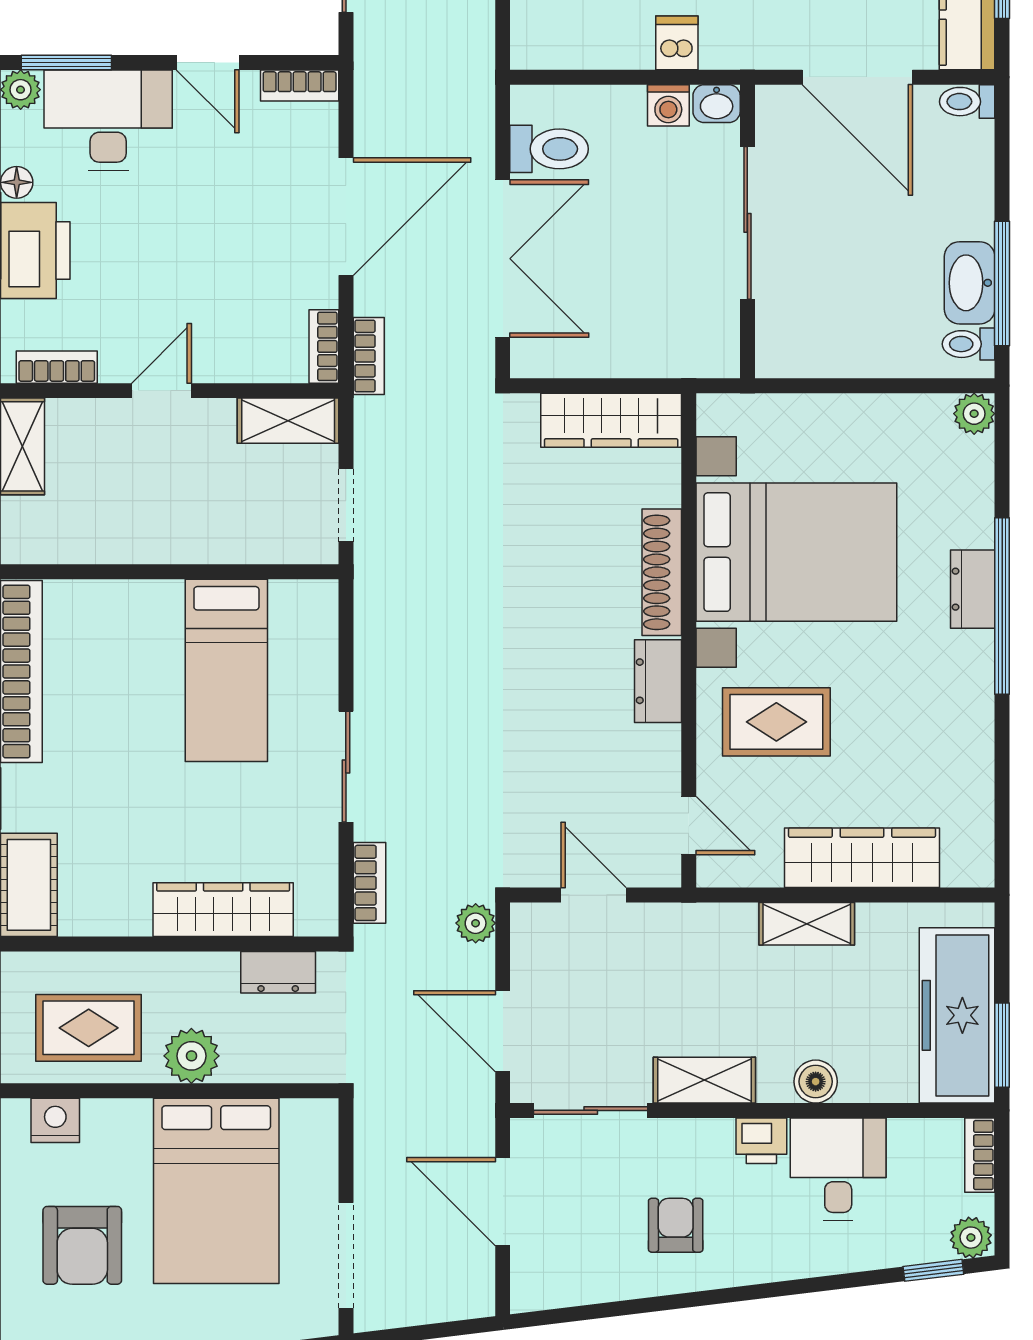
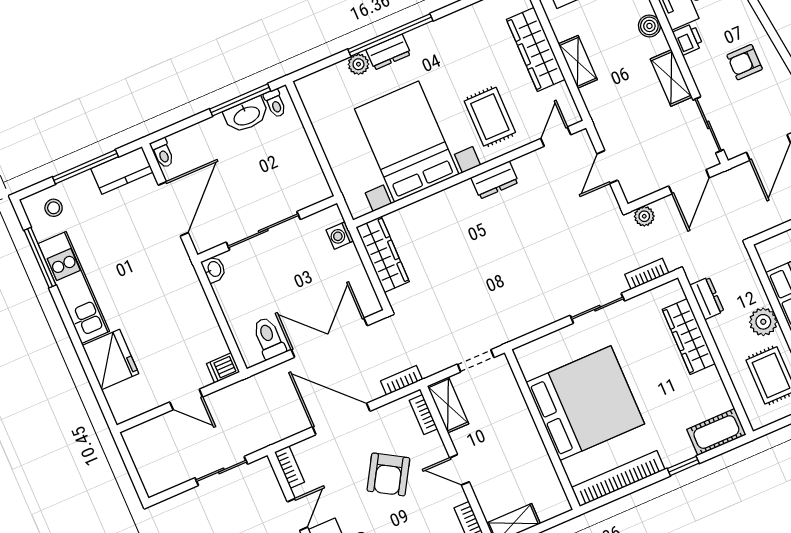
dishwasher: (677, 43) -> (223, 368), moved
washing machine: (668, 105) -> (340, 235), moved, turned 180
armchair: (209, 258) -> (388, 474), added
bookcase: (324, 346) -> (423, 415), moved, turned 90
plant: (974, 414) -> (358, 64), moved
shoe rack: (662, 572) -> (443, 200), removed
bed: (226, 670) -> (585, 403), width x2.04

